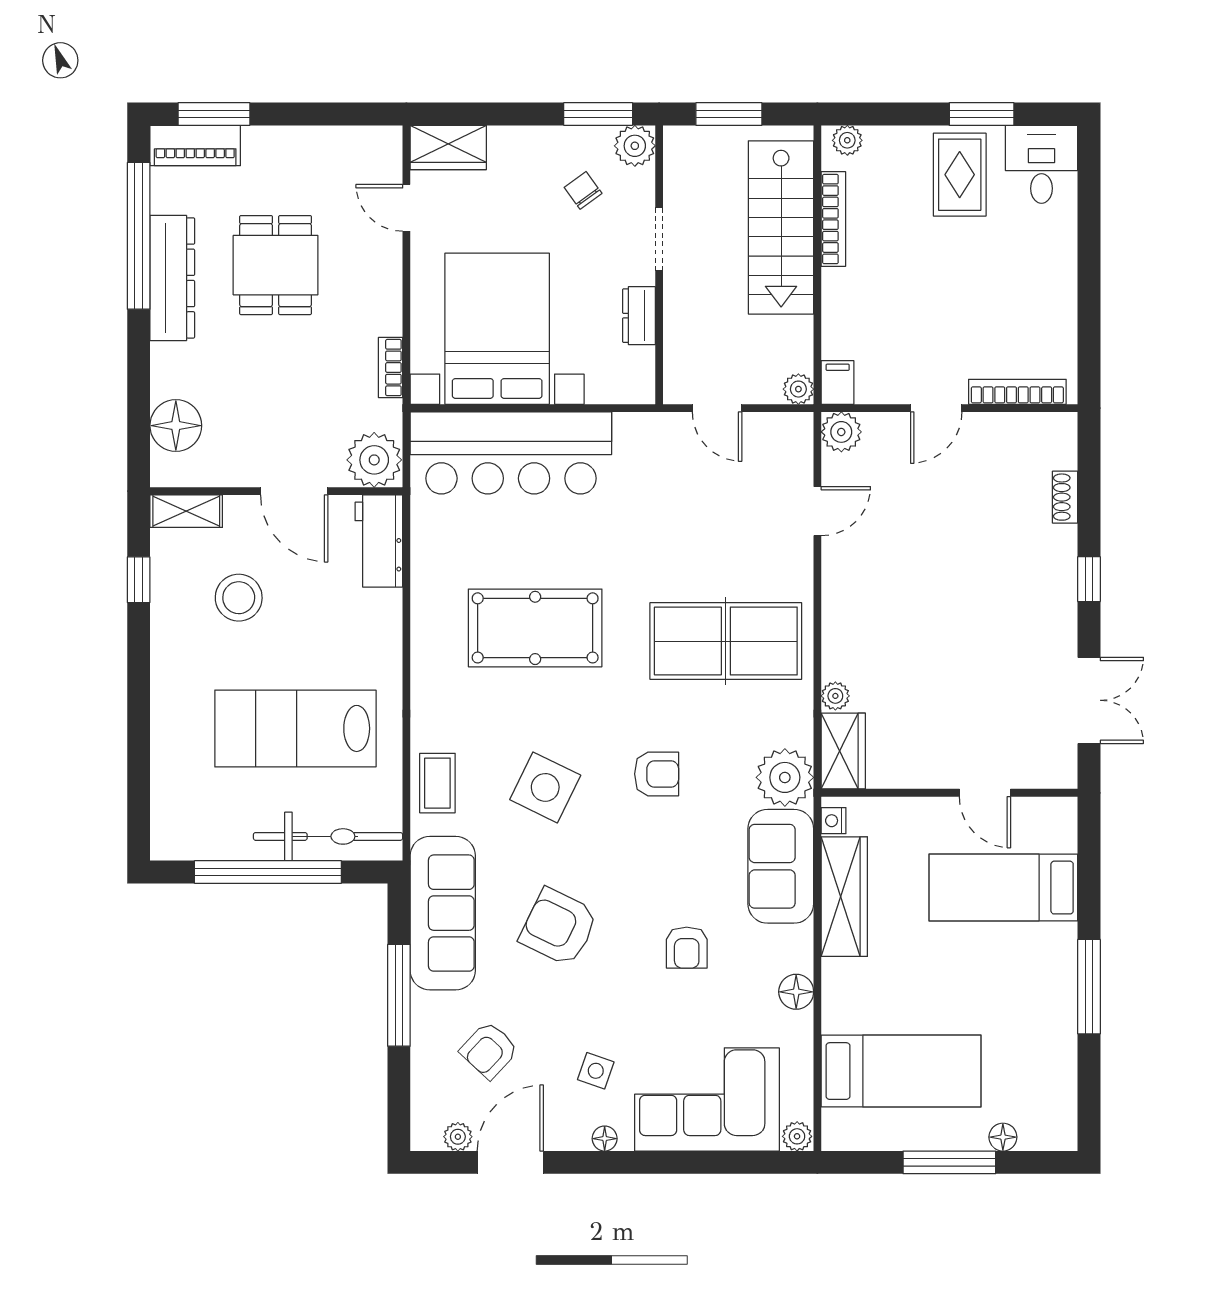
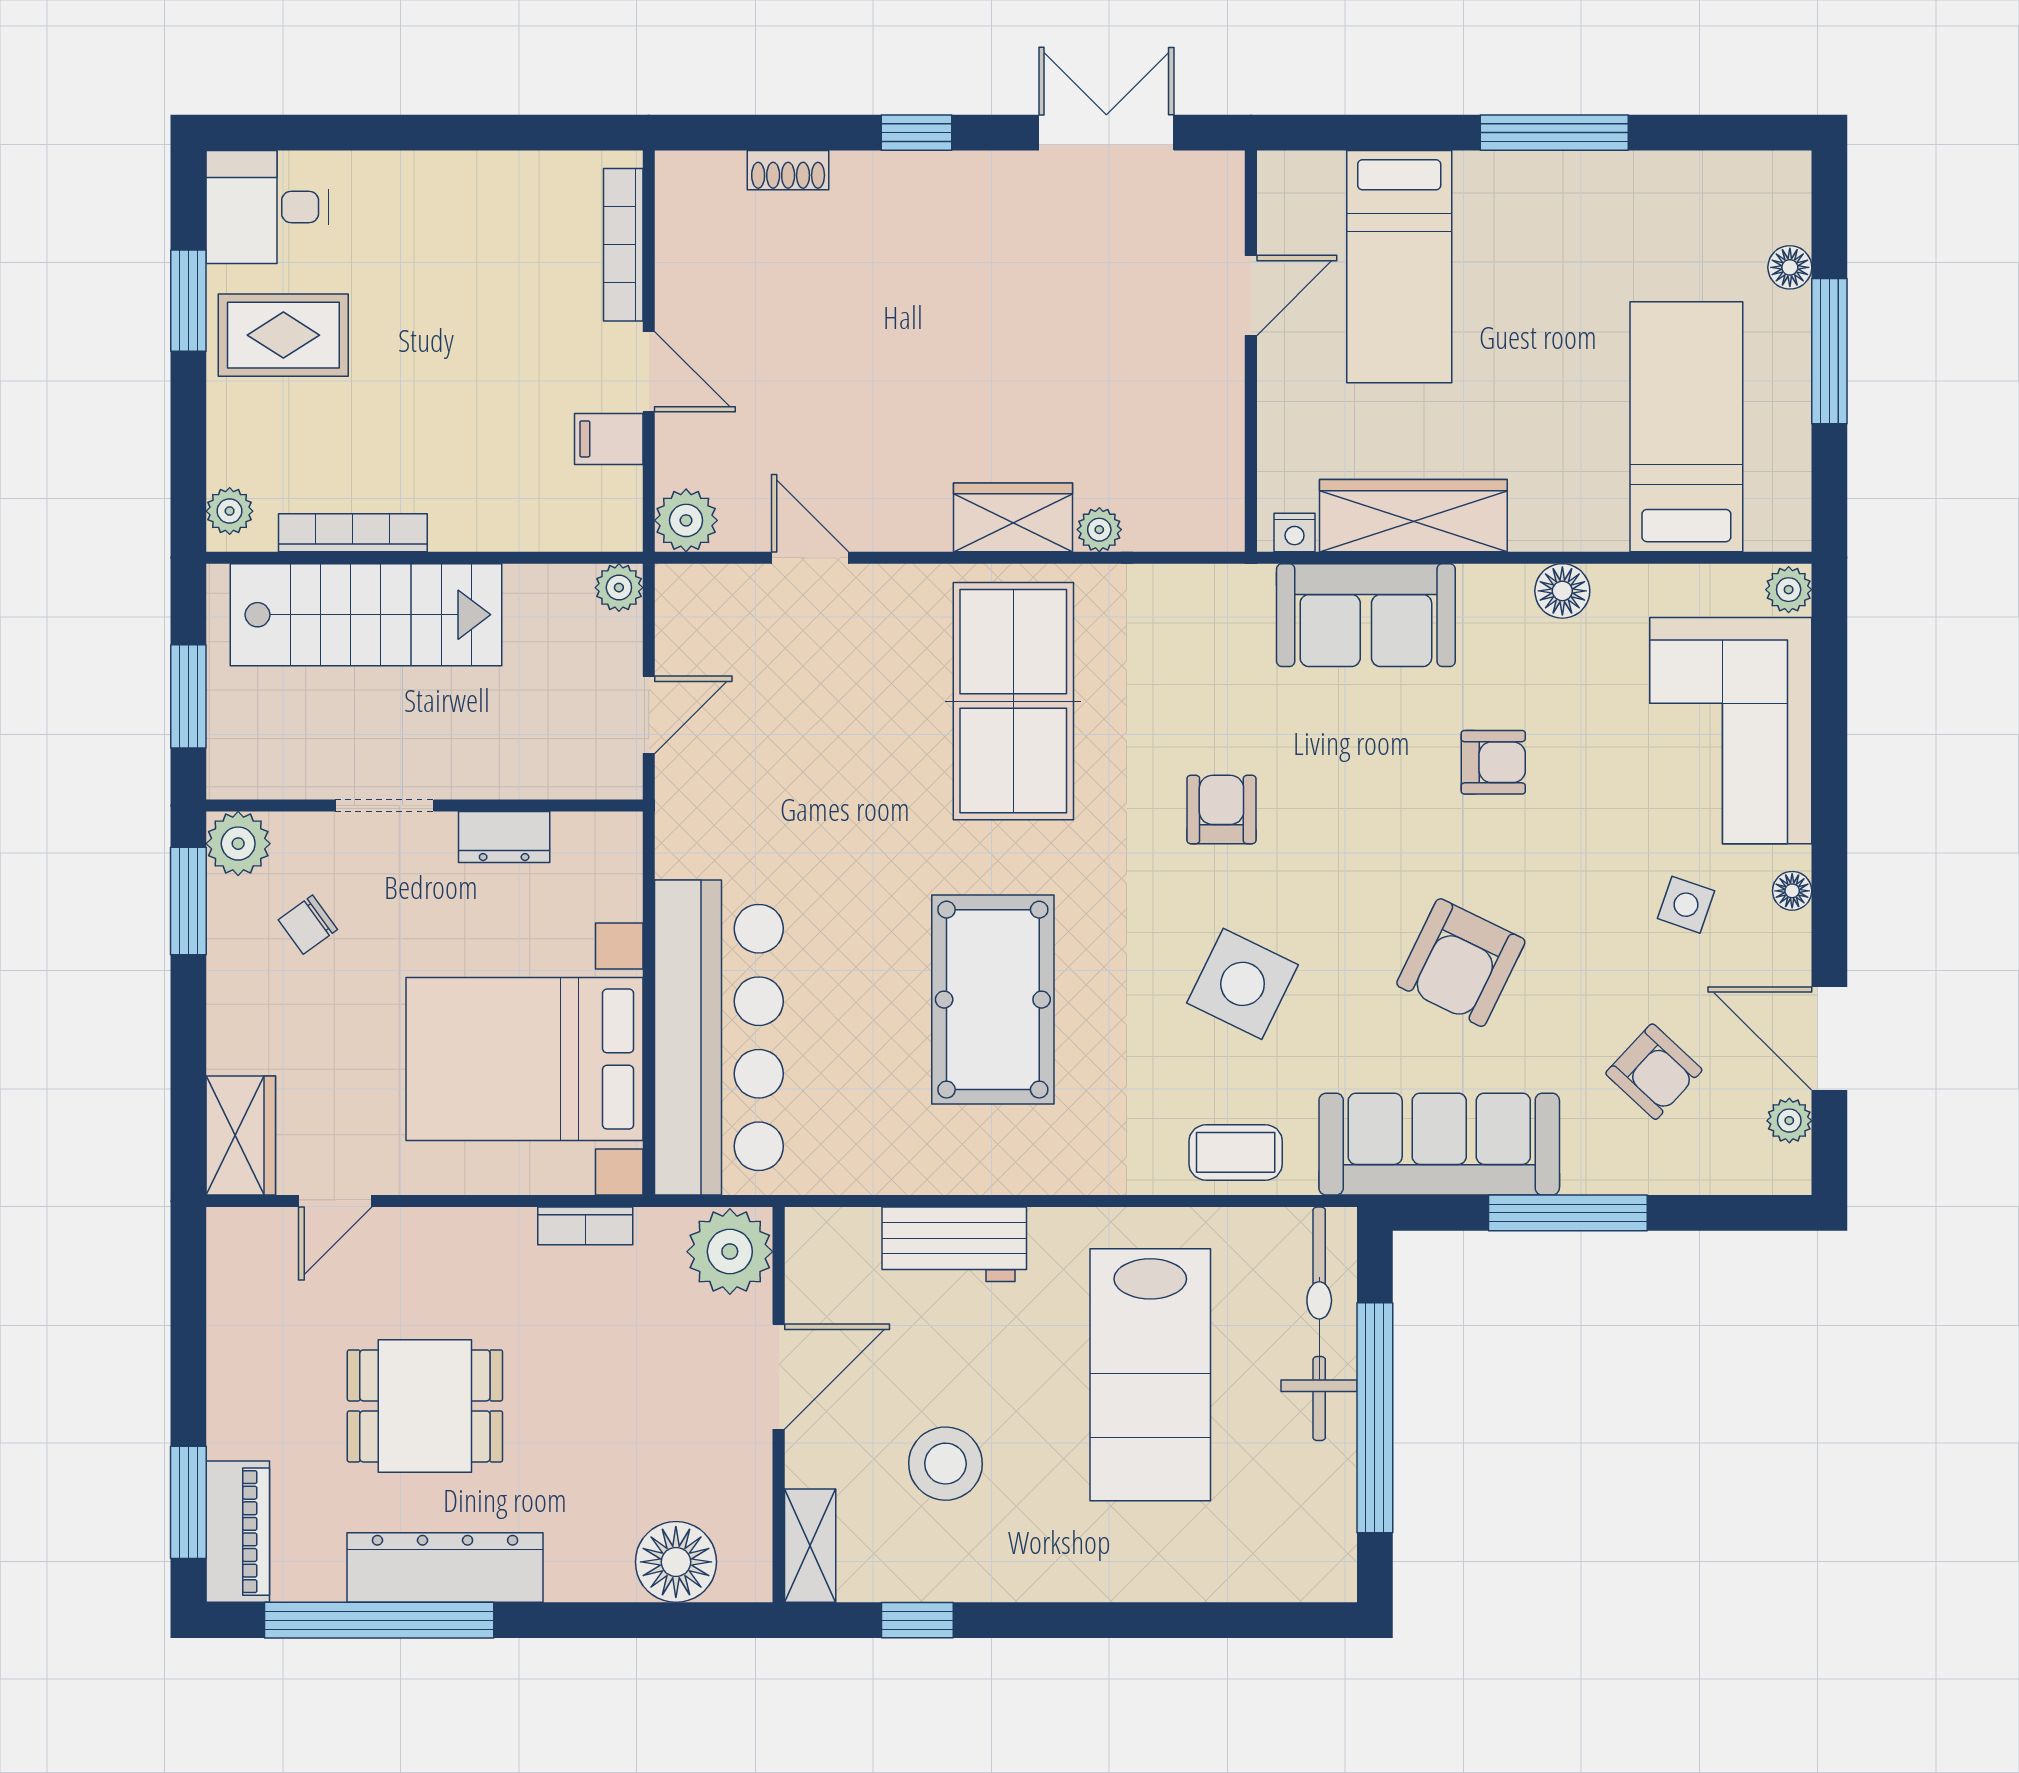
filing cabinet: (838, 383) -> (609, 439), moved
workbench: (379, 541) -> (954, 1244), moved
wardrobe: (843, 751) -> (1013, 517), moved
plant: (785, 777) -> (1227, 609), removed

